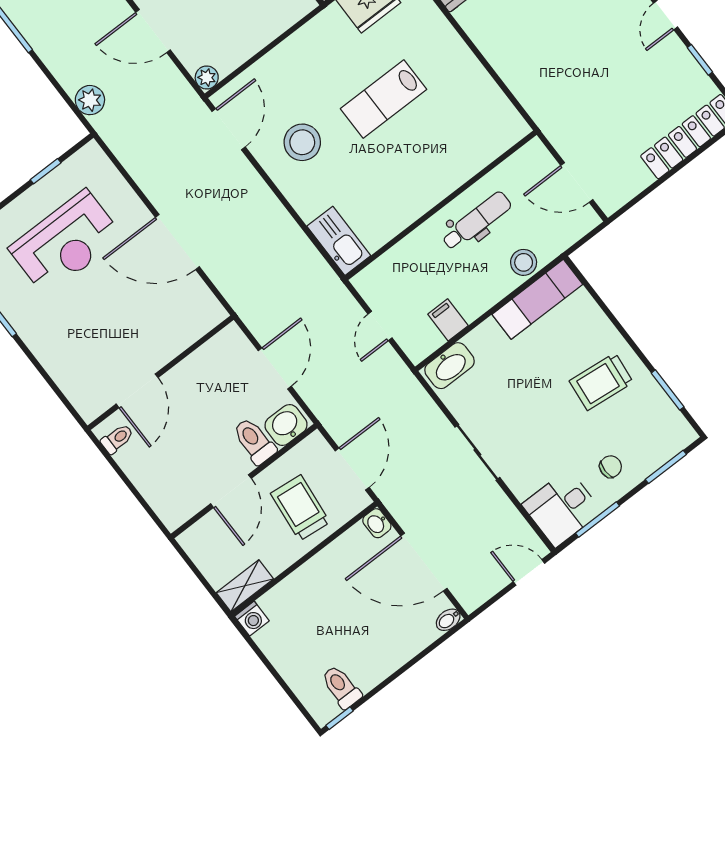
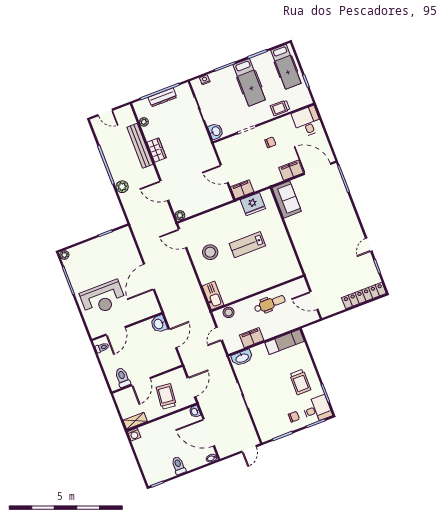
plant: (90, 100) -> (122, 187), moved
door: (229, 129) -> (183, 238), swing flipped
reception desk: (66, 242) -> (103, 298), moved
door: (177, 242) -> (149, 277), hinge flipped
stool: (524, 262) -> (229, 312), moved
filing cabinet: (448, 320) -> (252, 338), width x2.00
trolley: (601, 382) -> (300, 382), turned -96
washbasin: (286, 425) -> (159, 324), moved, turned -90
toilet: (254, 441) -> (122, 377), moved
desk: (562, 508) -> (317, 409), moved, turned 180
door: (529, 572) -> (249, 449), swing flipped
toilet: (341, 687) -> (179, 465), moved

